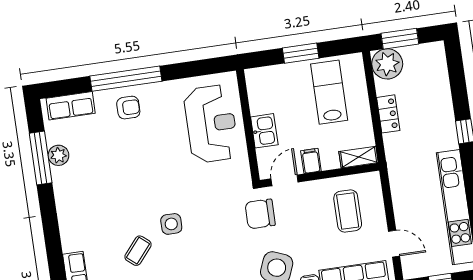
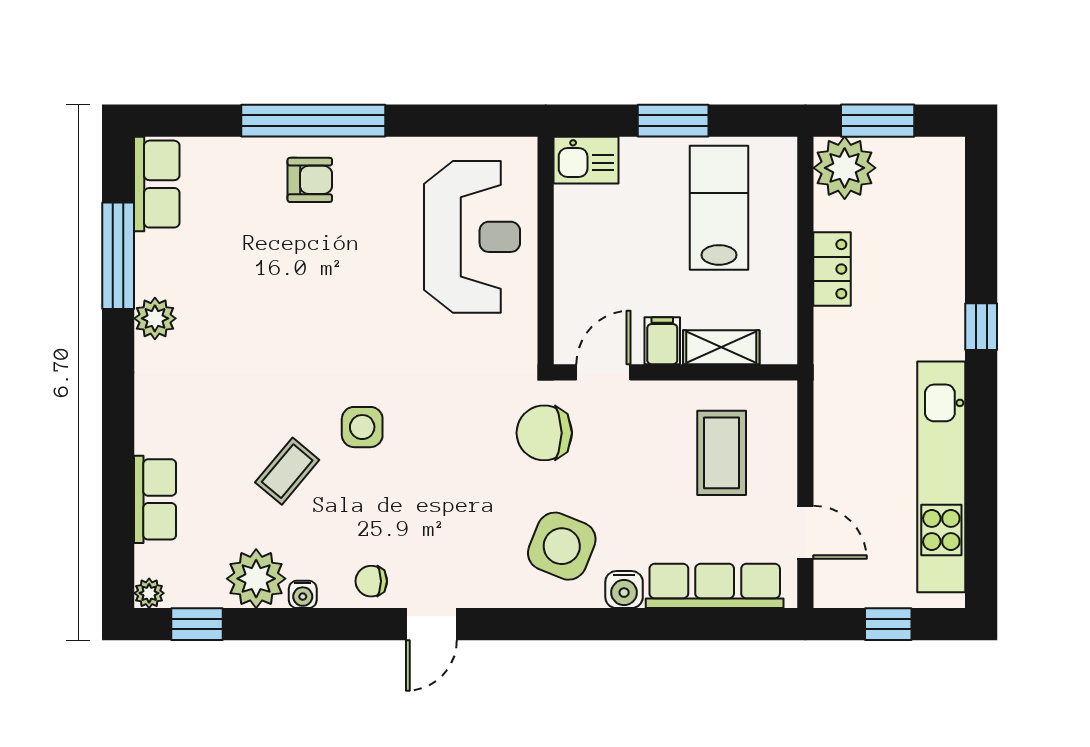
row of seats: (71, 106) -> (157, 184), moved, turned -90
kitchen sink: (264, 131) -> (586, 160), moved, turned 90
plant: (58, 155) -> (155, 318), moved
shelving: (359, 157) -> (721, 347), moved

